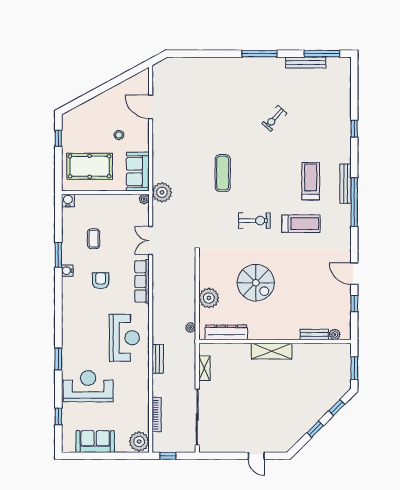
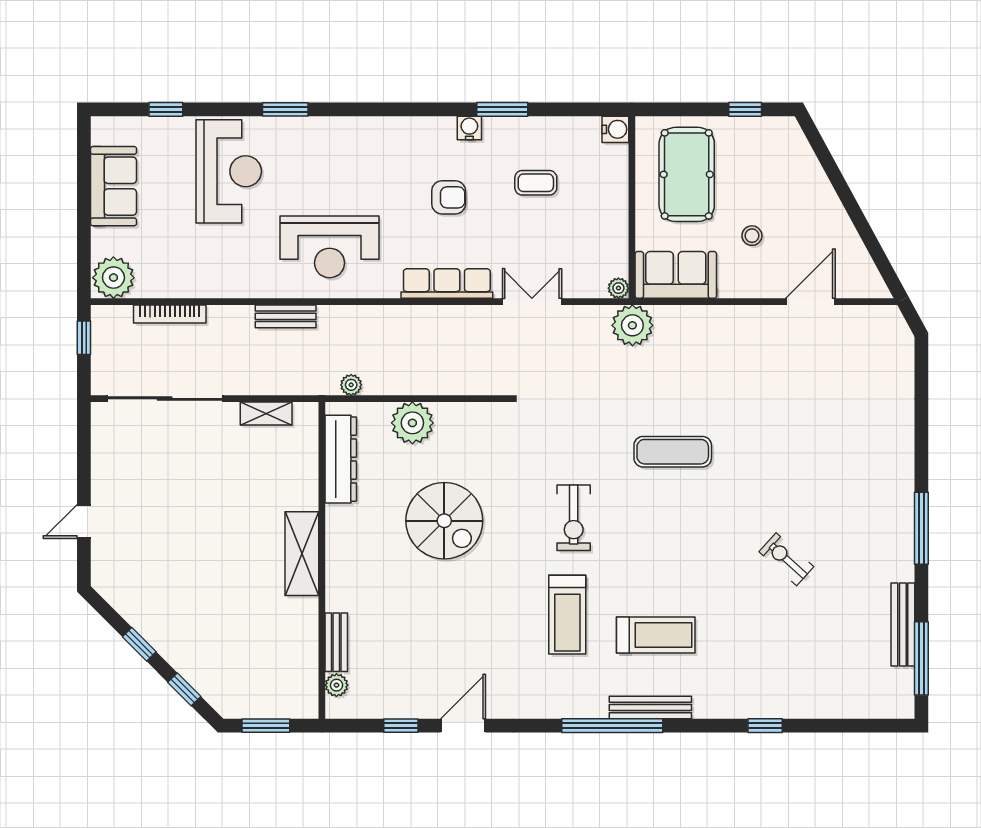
spiral stairs: (256, 283) -> (444, 521), turned -90

